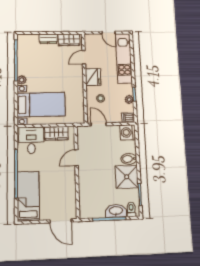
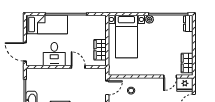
dresser: (48, 39) -> (188, 23), moved
door: (84, 57) -> (170, 76), swing flipped
fridge: (93, 77) -> (185, 84), moved
desk: (31, 140) -> (54, 54), moved, turned 90
door: (61, 221) -> (25, 52), hinge flipped

